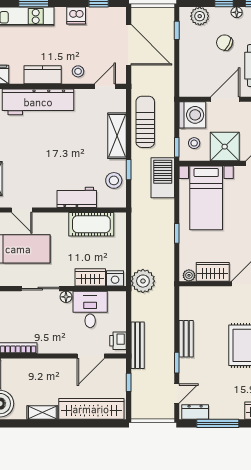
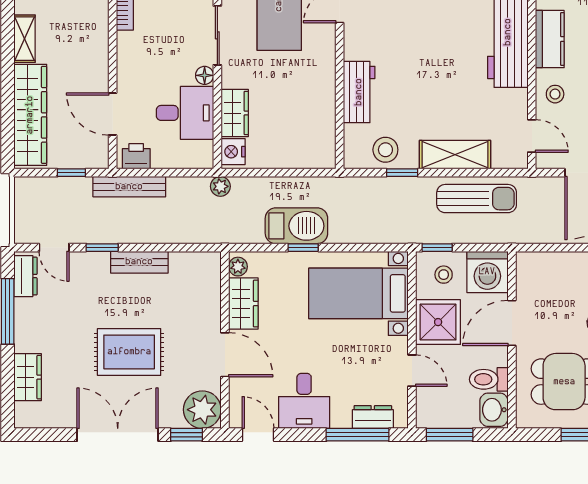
door: (225, 99) -> (512, 323), swing flipped
barbecue: (163, 178) -> (296, 226), moved
cot: (91, 224) -> (317, 115), removed
plant: (143, 281) -> (220, 186), width x0.53, depth x0.53

